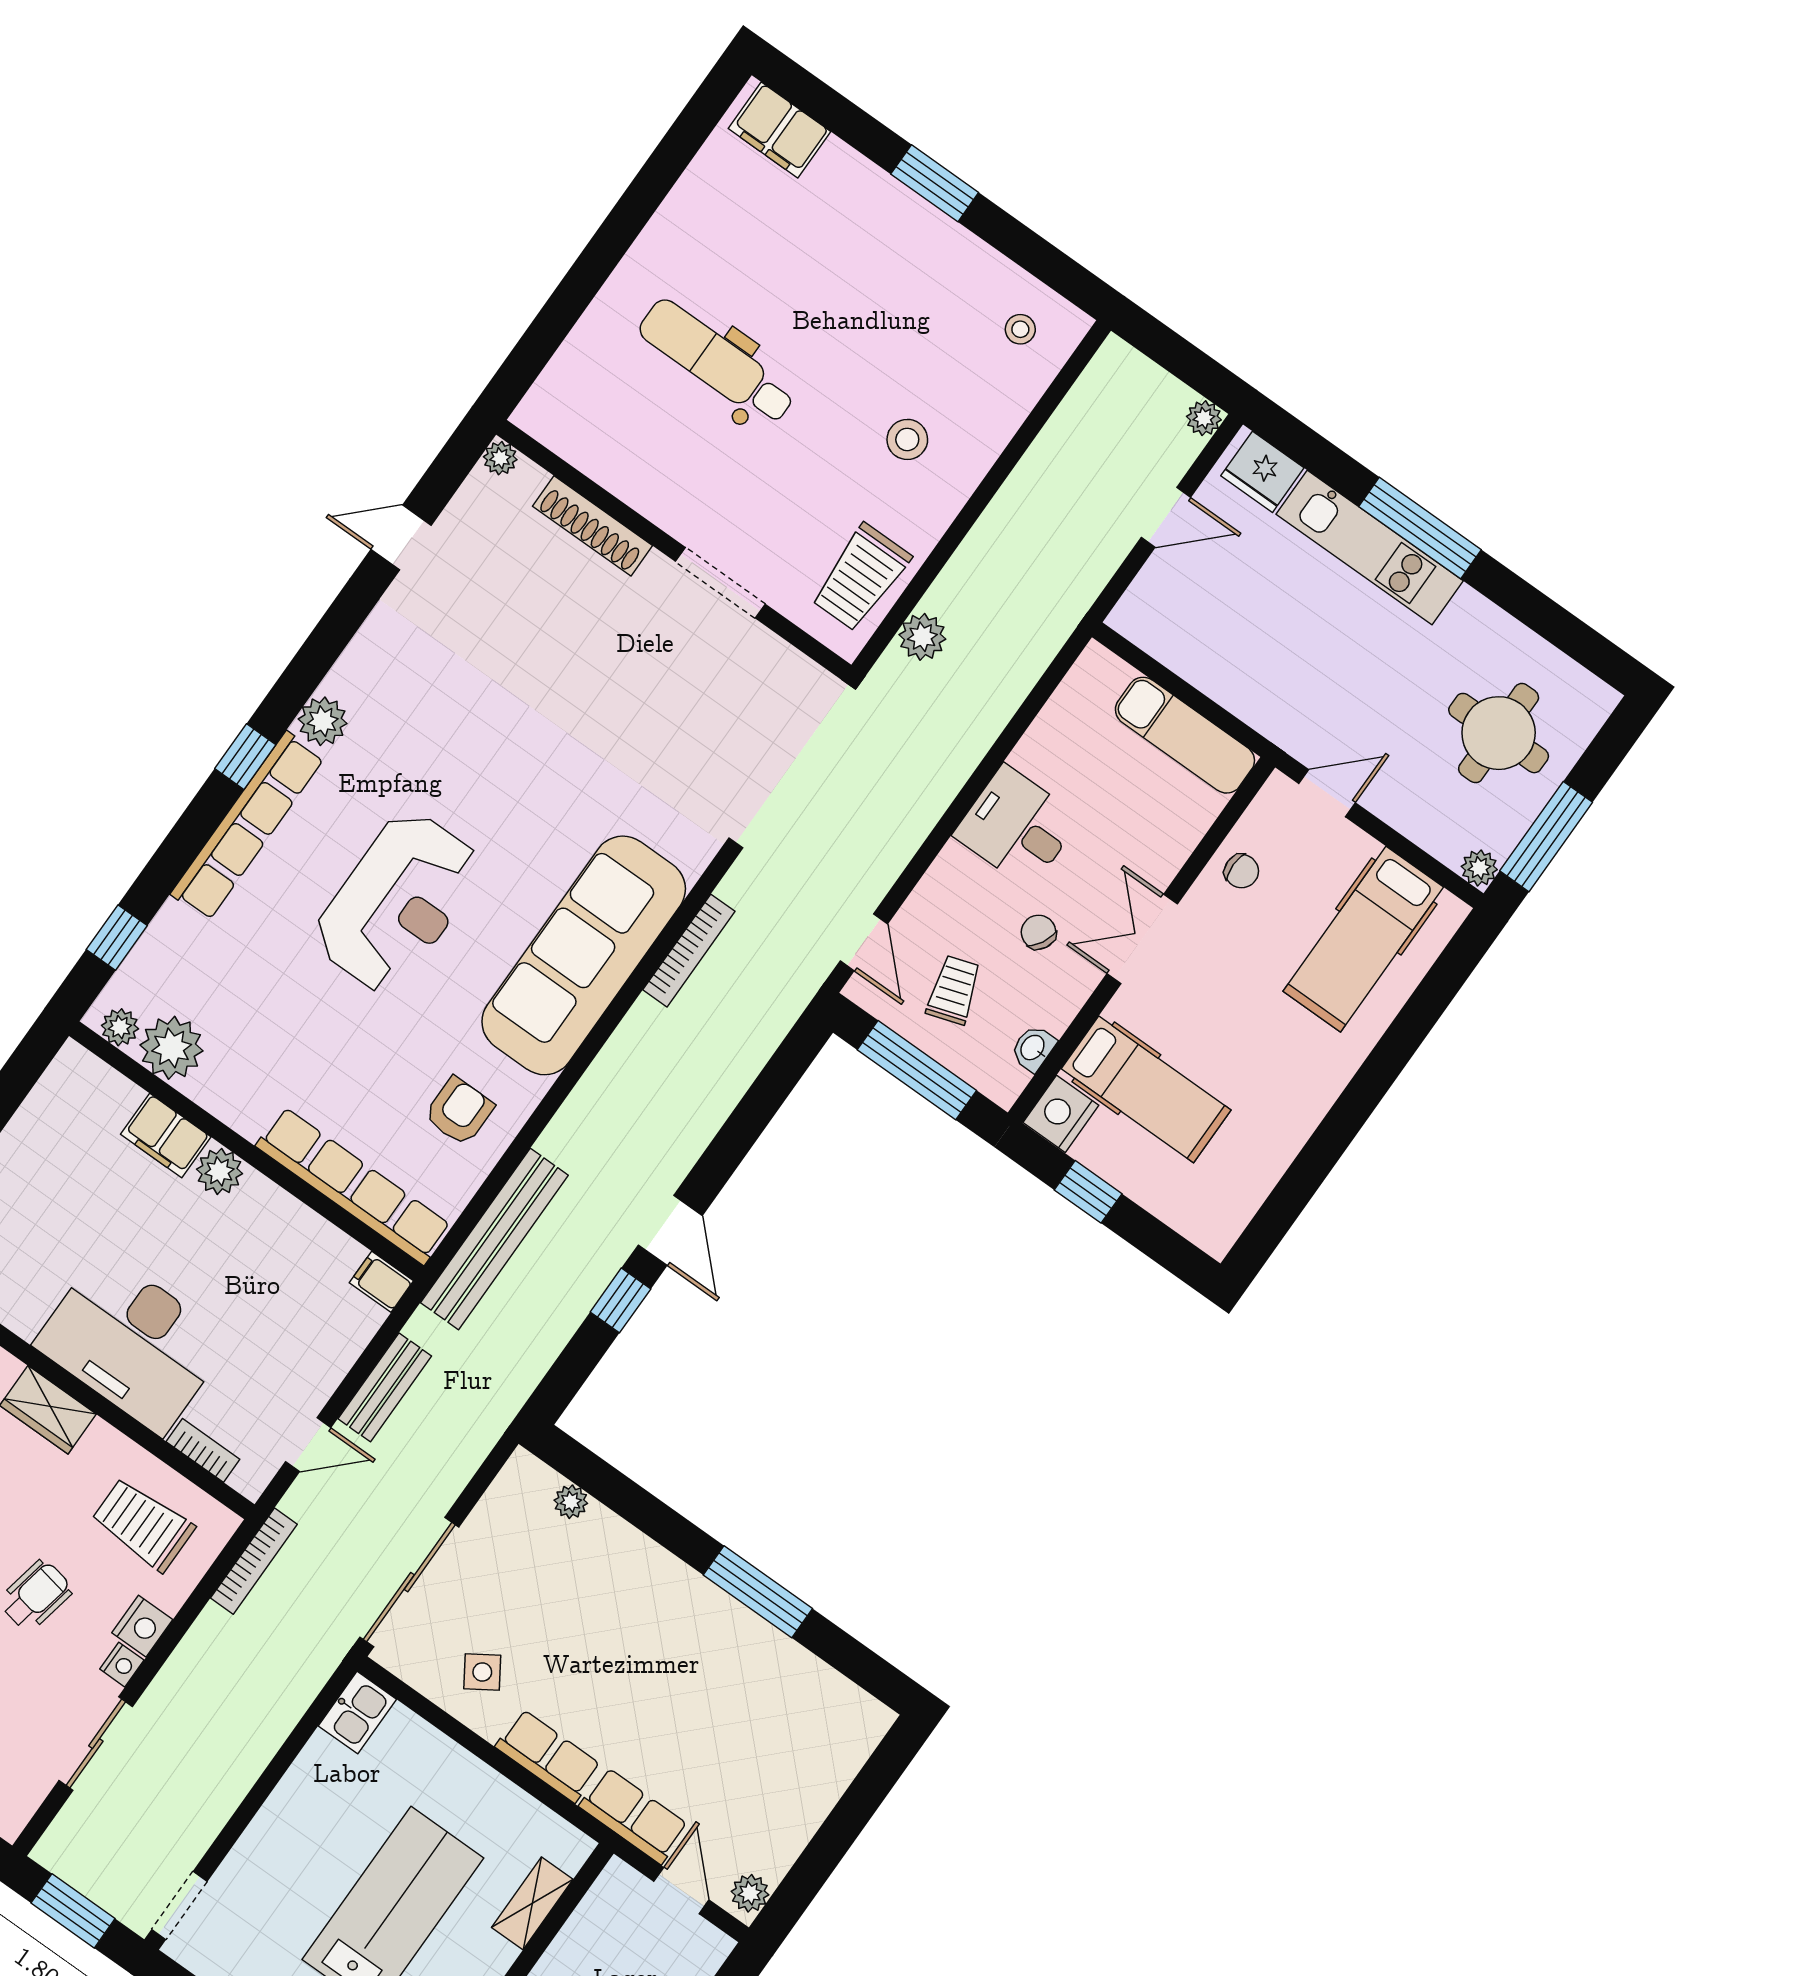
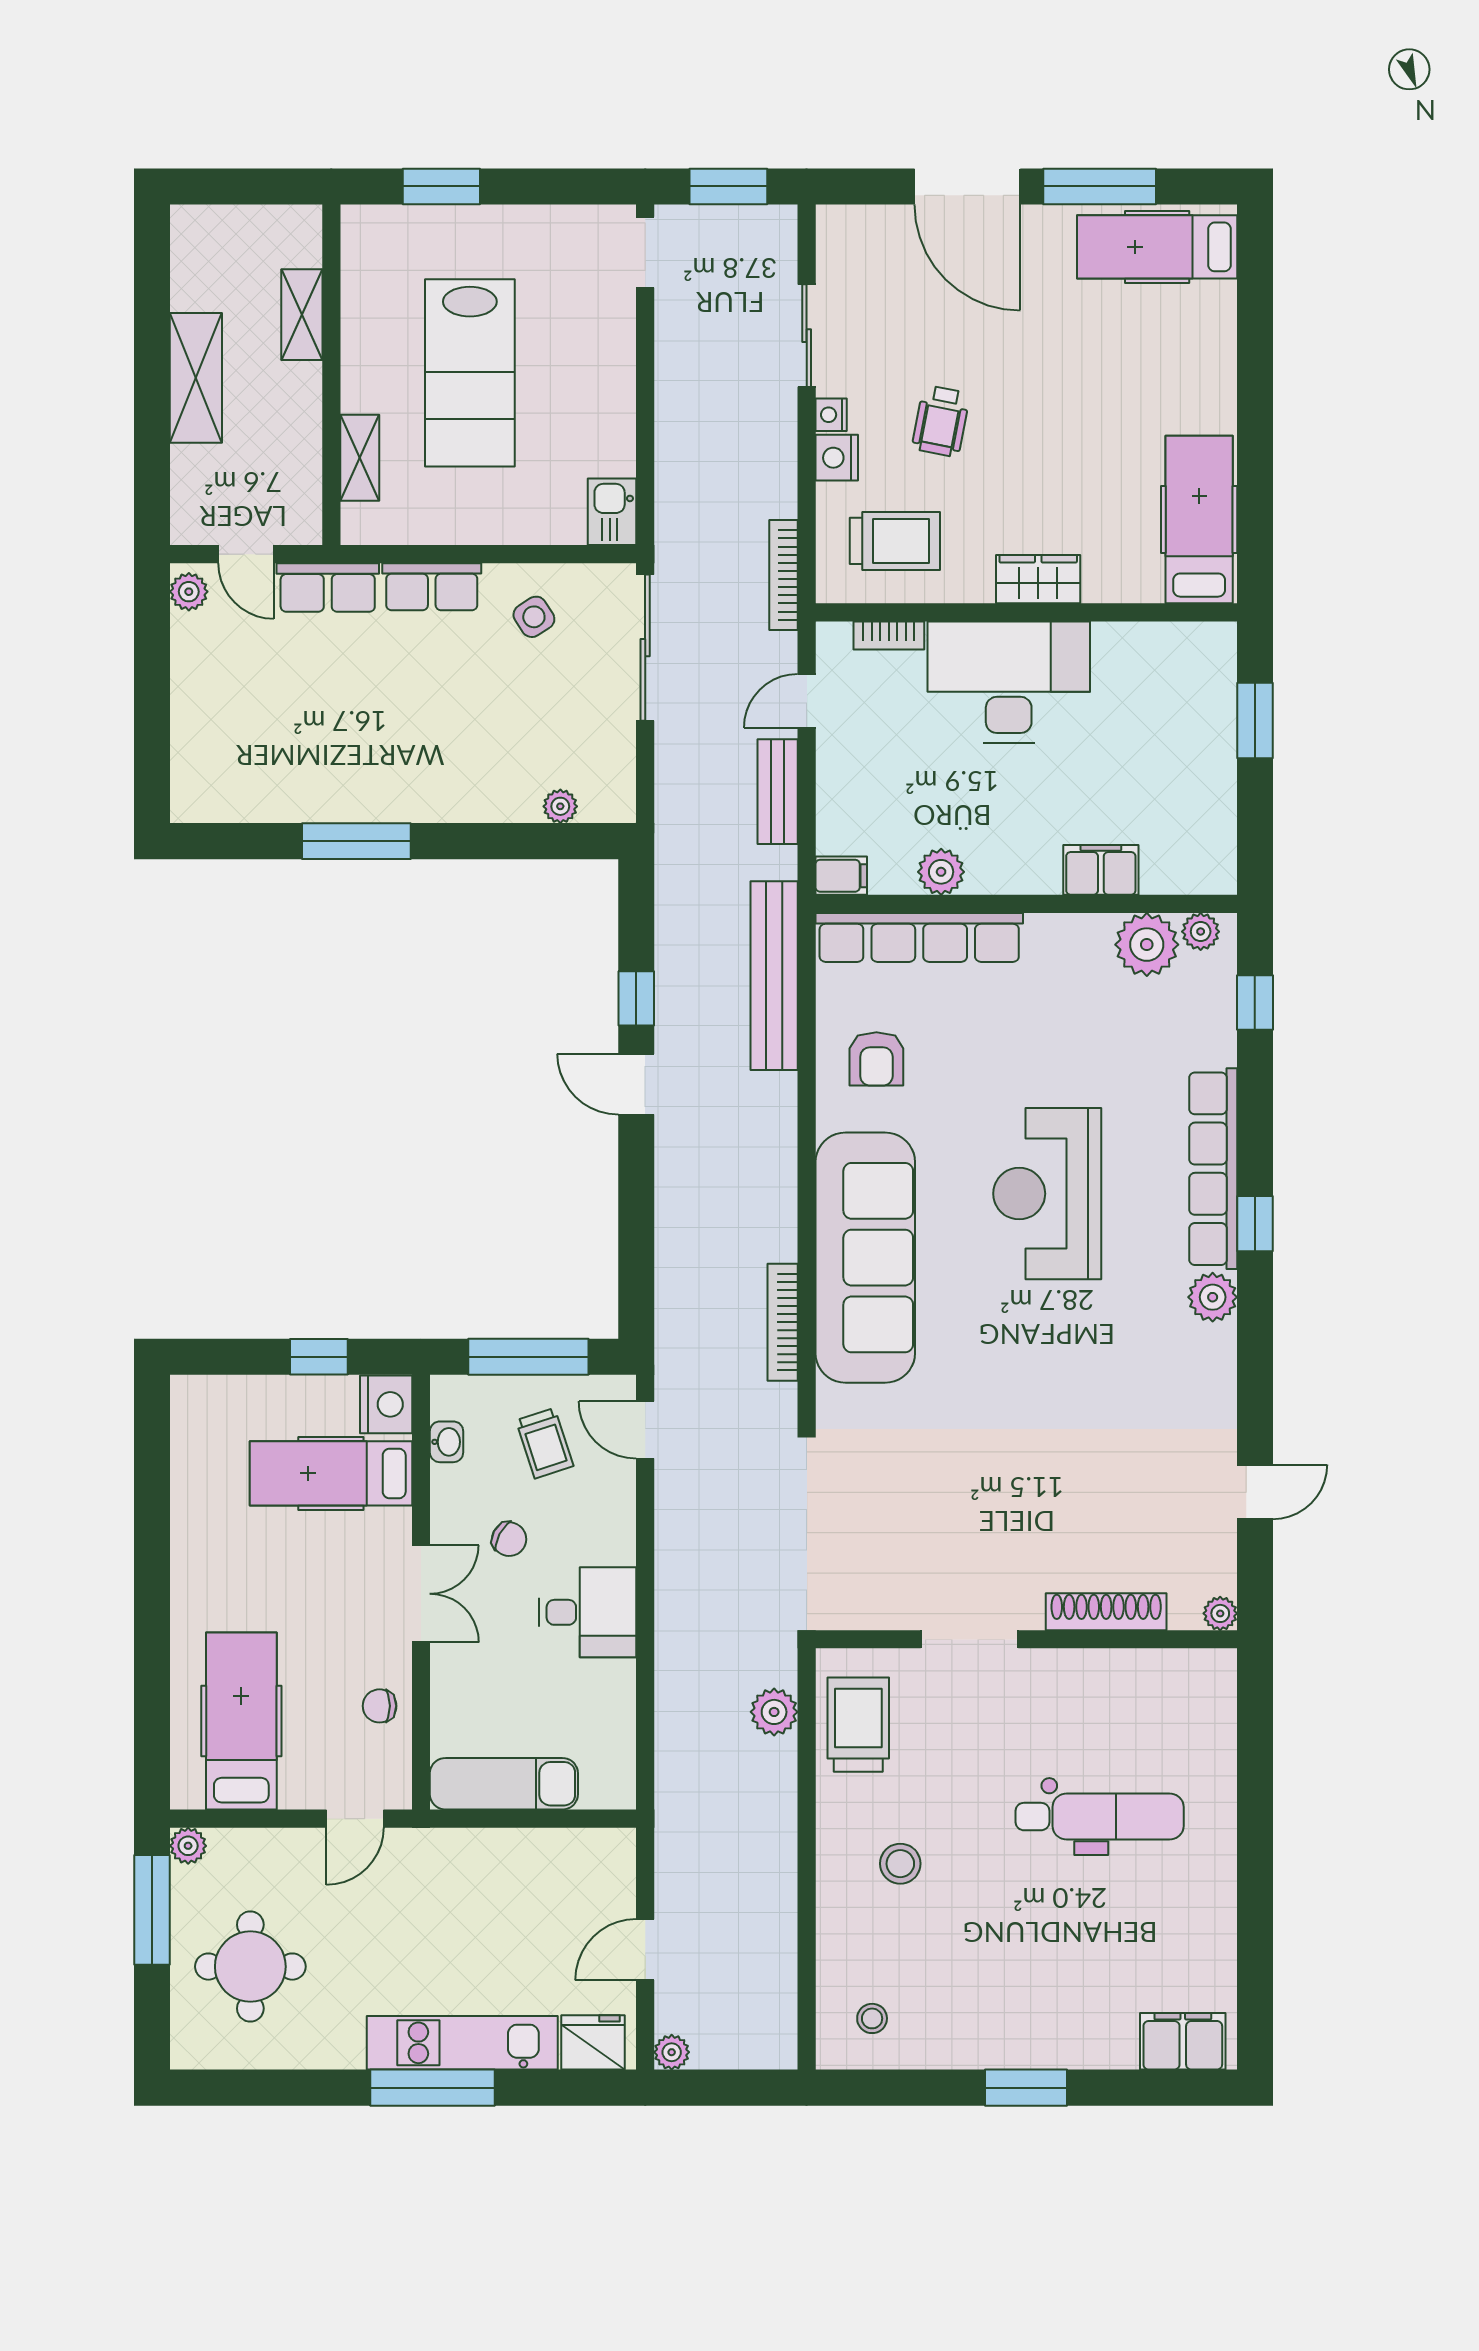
plant: (219, 1171) -> (941, 872), moved

